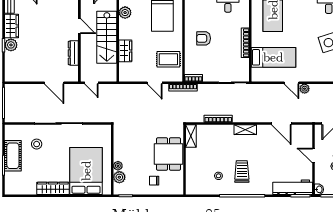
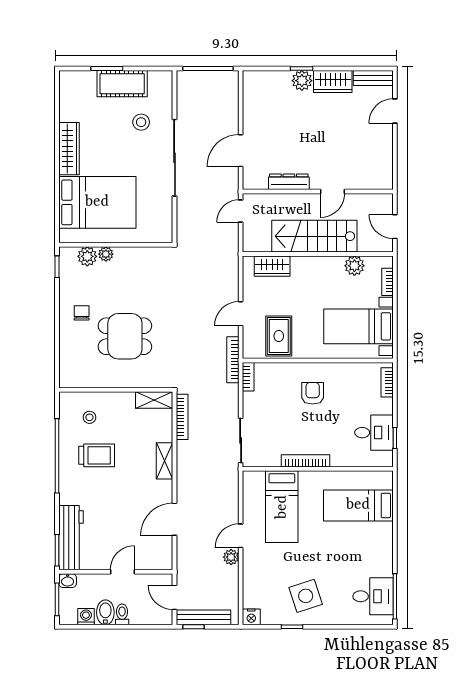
wardrobe: (125, 51) -> (272, 266), moved
shelving: (191, 136) -> (154, 400), moved
wall: (185, 160) -> (116, 390), moved

